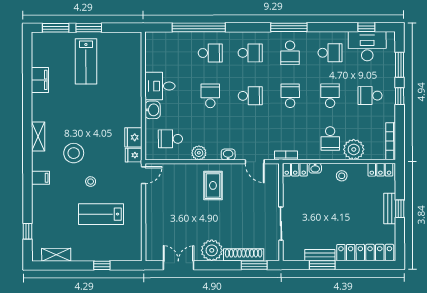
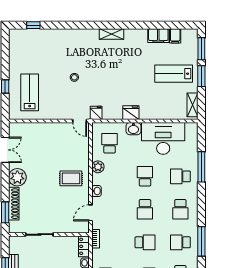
window: (199, 27) -> (201, 167), width x0.68
school desk: (210, 53) -> (180, 176), turned 90
desk: (160, 86) -> (163, 138), width x1.87, depth x1.30
school desk: (210, 96) -> (145, 176), turned -90
fridge: (133, 137) -> (131, 113), moved
stool: (74, 153) -> (98, 63), removed
filing cabinet: (40, 178) -> (175, 36), moved
lab bench: (101, 214) -> (30, 92), moved
shelving: (56, 255) -> (193, 105), moved

